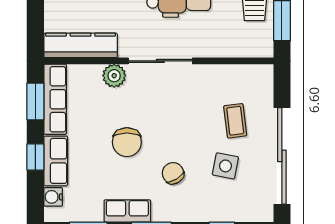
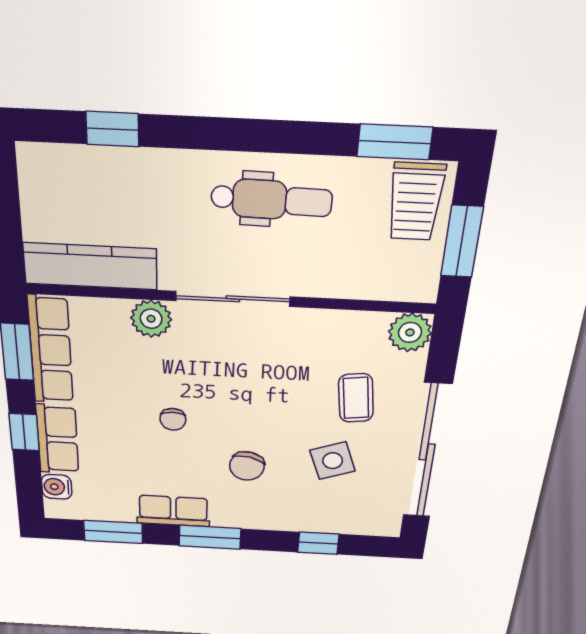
plant: (261, 76) -> (410, 332), added
chair: (127, 142) -> (173, 419), width x0.54, depth x0.54
side table: (225, 166) -> (333, 461), turned -31
chair: (173, 173) -> (247, 466), turned -136

